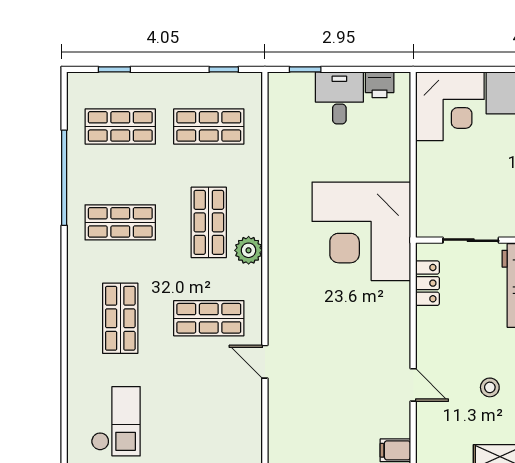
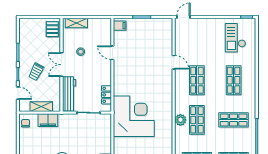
plant: (249, 250) -> (180, 120), moved
shop shelf: (209, 318) -> (197, 80), turned 90

